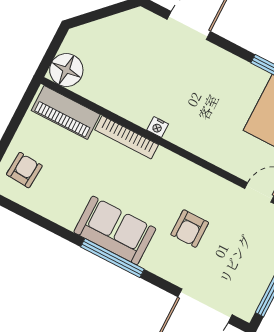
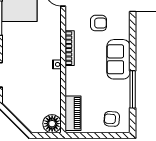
bookcase: (127, 137) -> (70, 48), moved
window: (112, 258) -> (133, 89), moved

